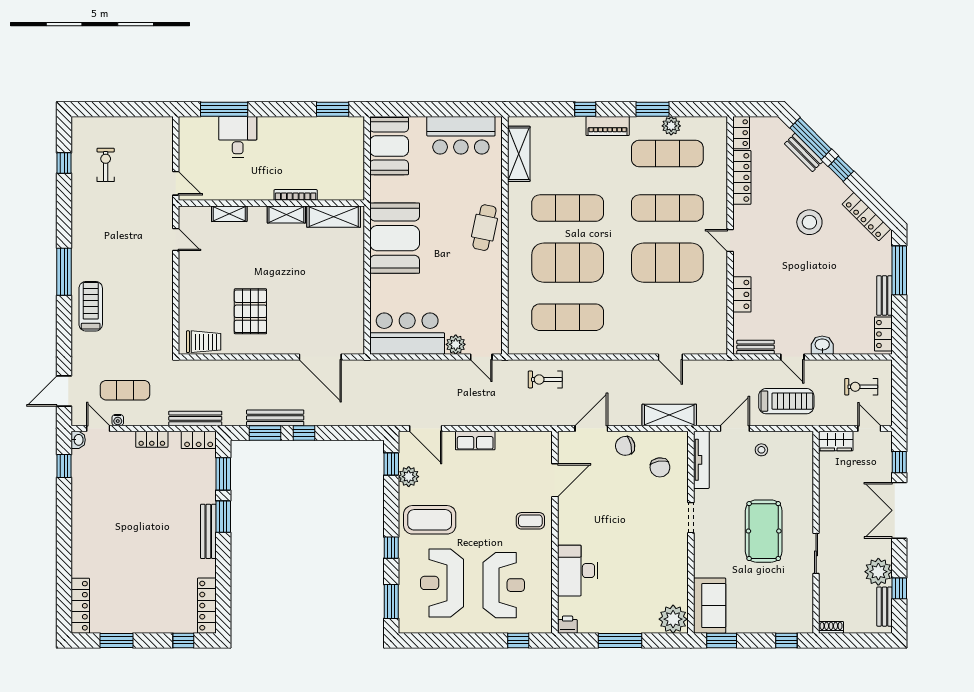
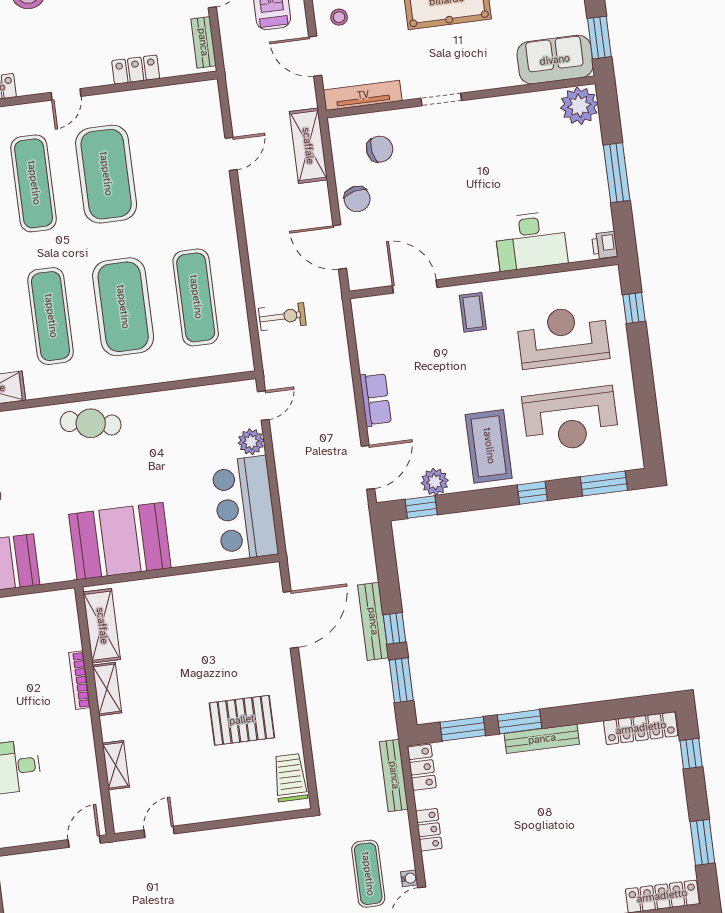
exercise bike: (545, 379) -> (282, 317), turned -90
bench: (275, 418) -> (373, 621), moved

